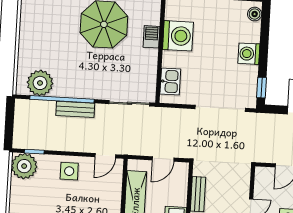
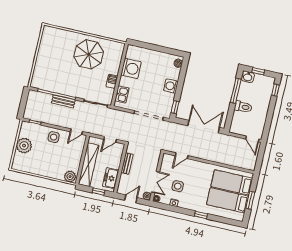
barbecue: (151, 37) -> (112, 81), moved
plant: (40, 83) -> (45, 82), removed
plant: (24, 166) -> (24, 146), moved

